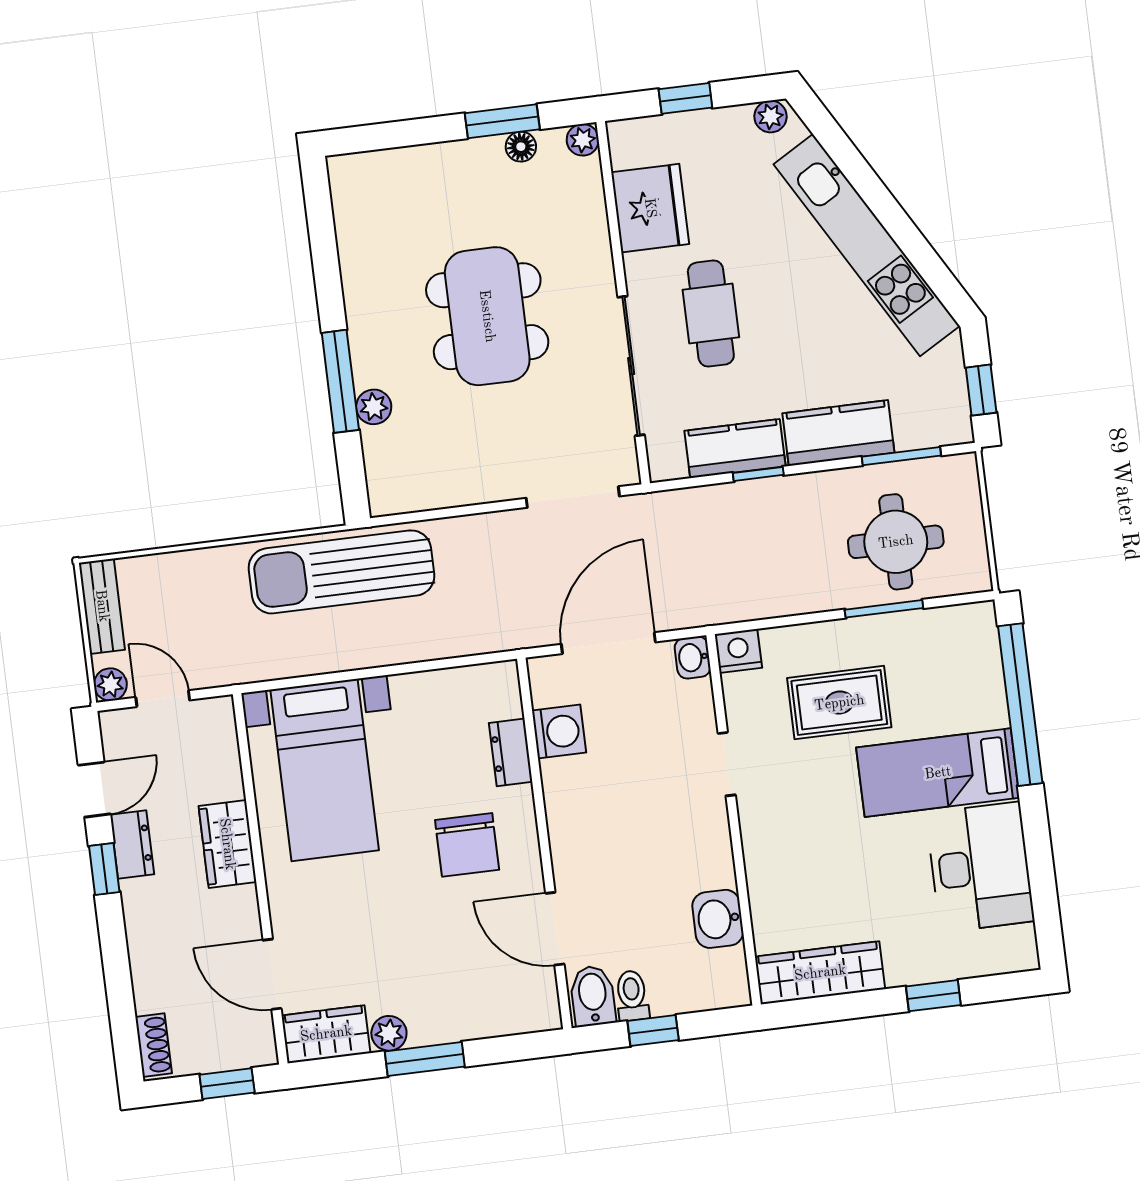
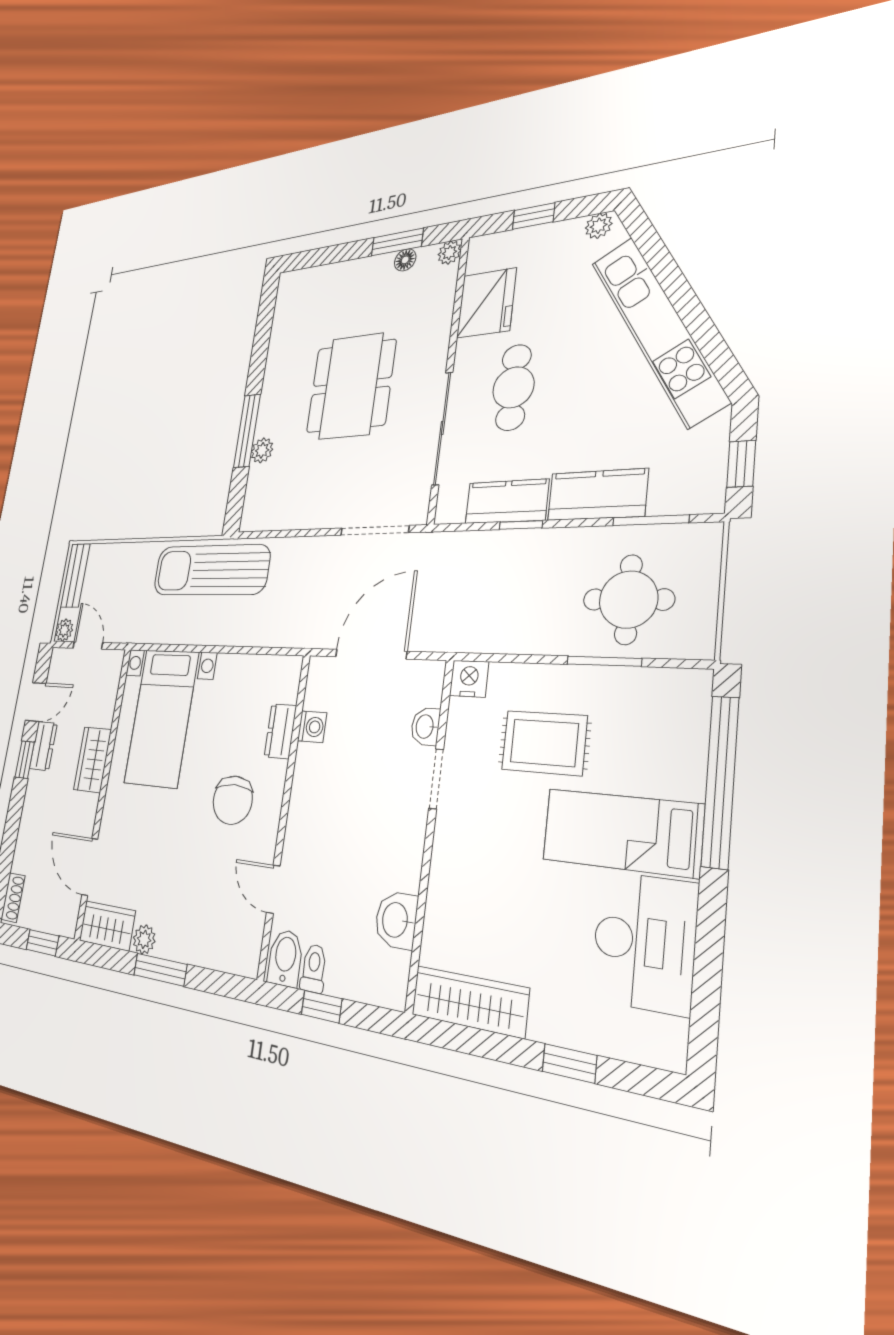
washbasin: (693, 657) -> (425, 727), moved
washing machine: (559, 732) -> (312, 727), width x0.73, depth x0.73
door: (555, 929) -> (273, 889), width x0.73

